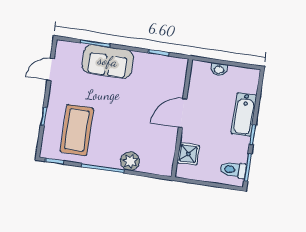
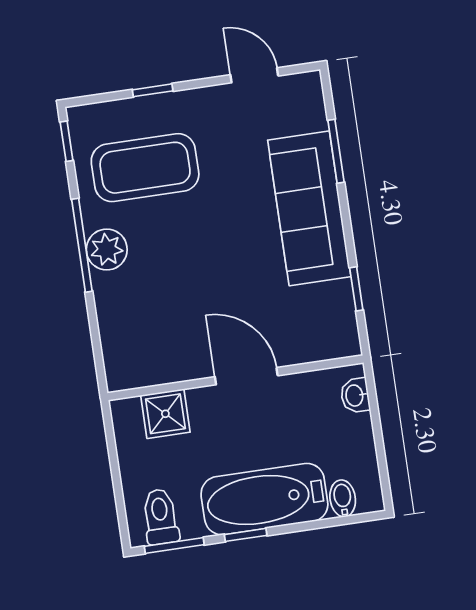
sofa: (108, 61) -> (309, 208), width x1.36
washbasin: (219, 70) -> (355, 395), moved
bidet: (249, 87) -> (343, 498), added
bathtub: (244, 114) -> (264, 499), width x1.36, depth x1.36
plant: (130, 161) -> (107, 250), moved

